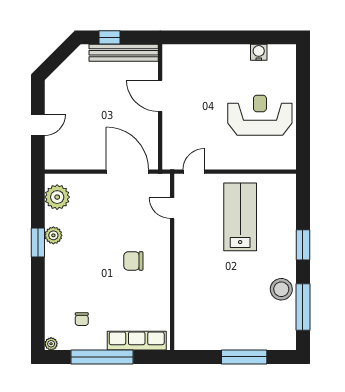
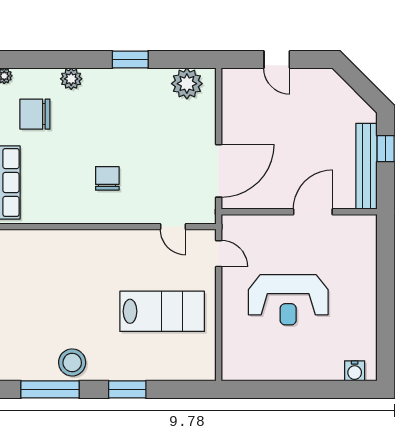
water cooler: (259, 52) -> (355, 371), moved, turned 90
reception desk: (260, 115) -> (288, 300), moved, turned 90
door: (172, 208) -> (173, 227), swing flipped
plant: (53, 235) -> (71, 79), moved
chair: (82, 319) -> (35, 114), width x1.87, depth x1.87

